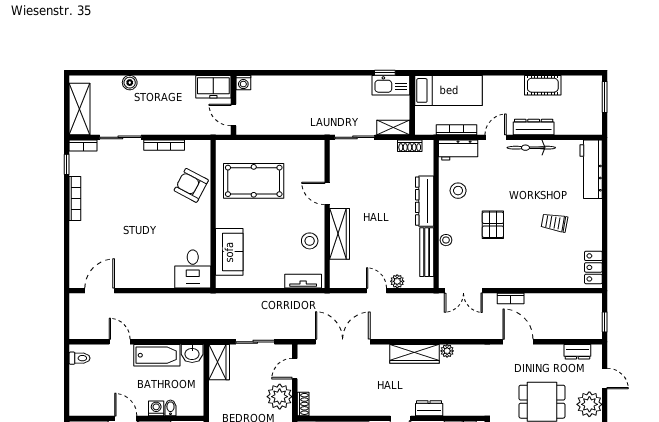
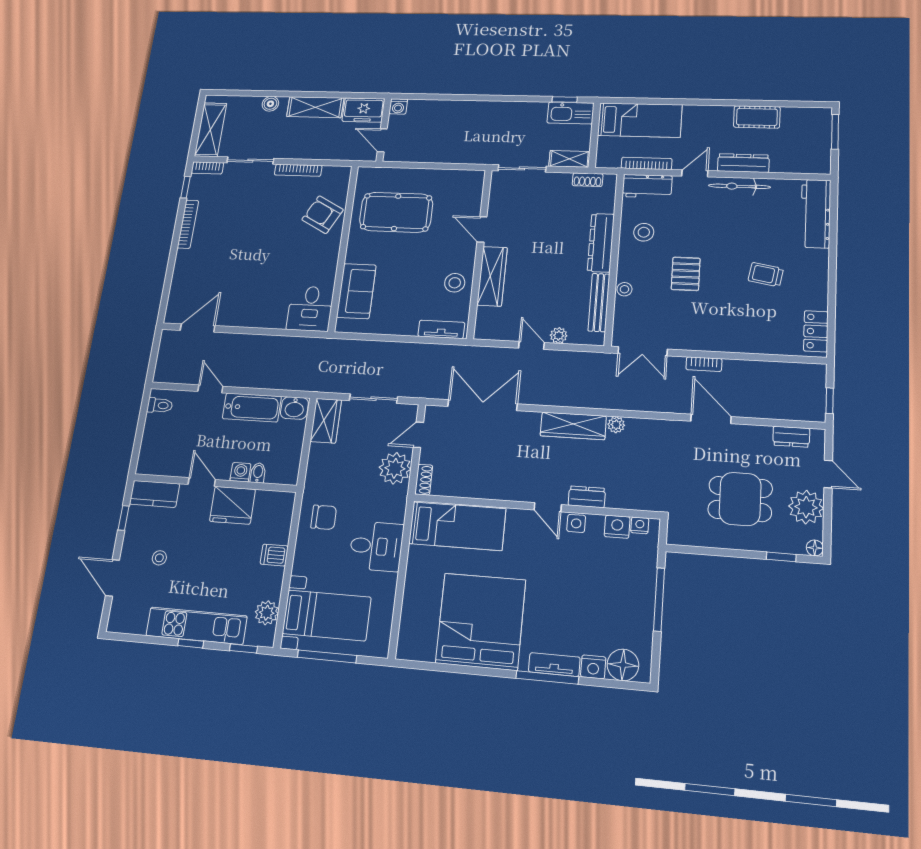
shelving: (170, 85) -> (315, 107), added

